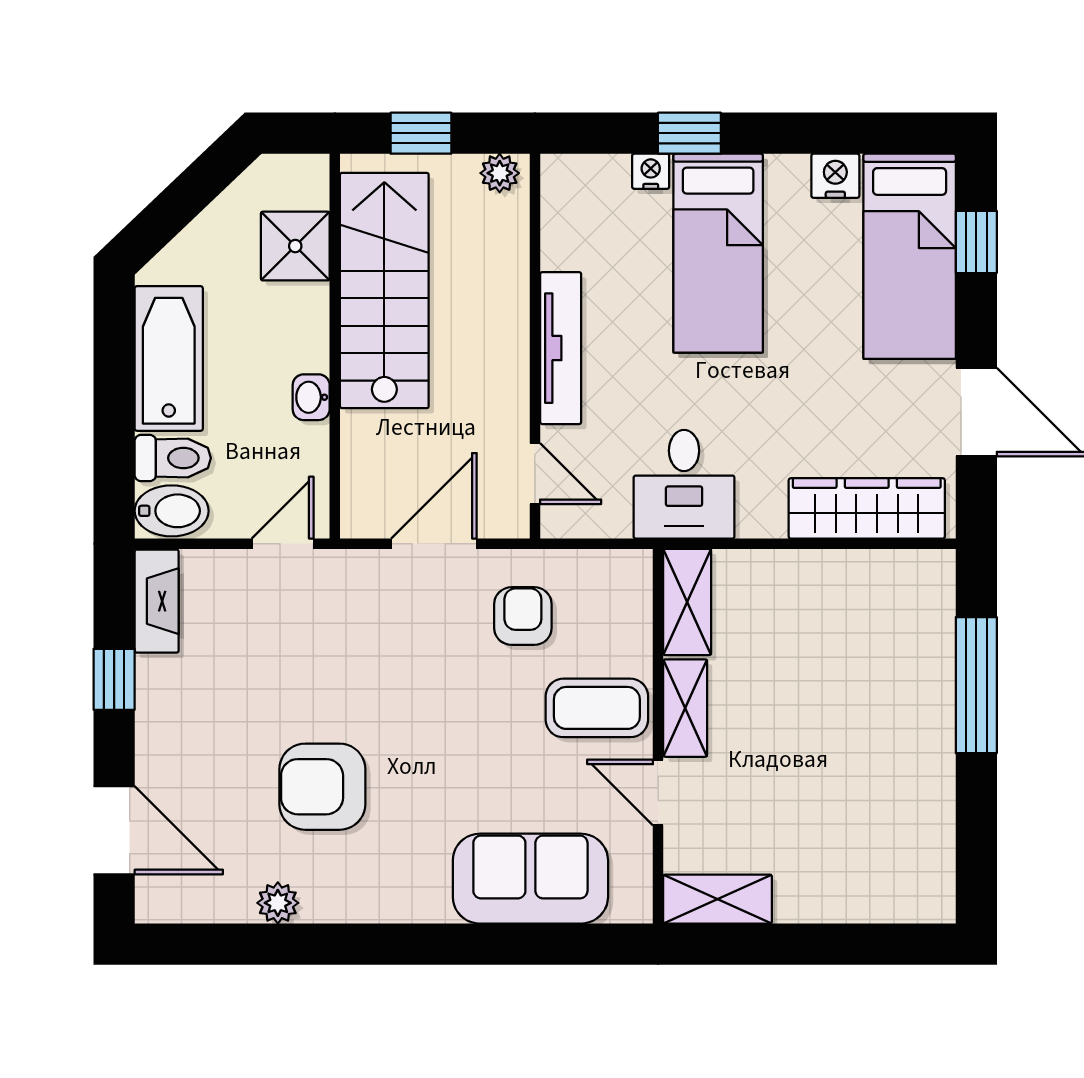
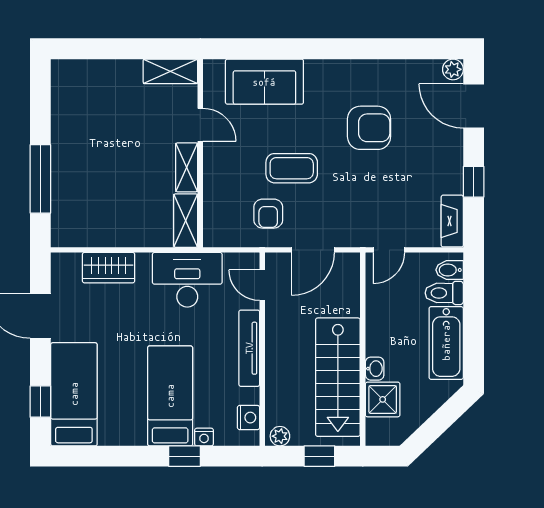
nightstand: (835, 176) -> (249, 418), moved, turned -90
washbasin: (311, 397) -> (375, 369), moved
desk: (684, 484) -> (187, 280), width x1.37
wardrobe: (867, 508) -> (109, 268), width x0.67
bidet: (172, 511) -> (450, 270), width x0.72, depth x0.74
coffee table: (597, 708) -> (292, 168), moved
plant: (278, 903) -> (453, 69), moved

